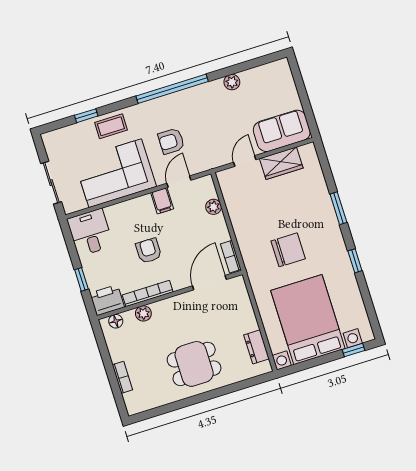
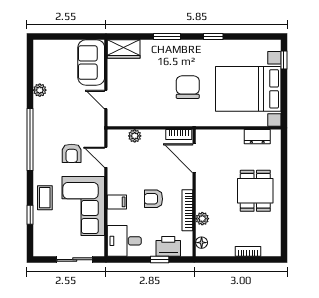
wardrobe: (281, 163) -> (124, 49), moved, turned 90
filing cabinet: (162, 201) -> (117, 202), moved
printer: (107, 300) -> (168, 246), moved, turned 90

